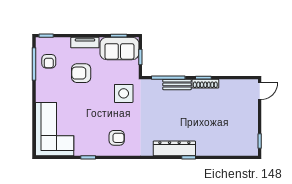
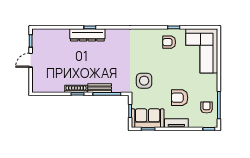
armchair: (81, 73) -> (180, 98), turned 180
door: (260, 91) -> (31, 60), moved
armchair: (117, 138) -> (169, 42), moved
dresser: (174, 148) -> (87, 35), moved

